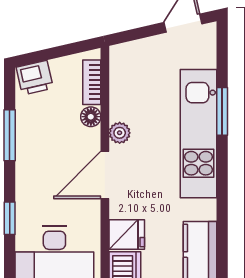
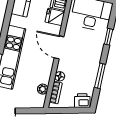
plant: (120, 133) -> (43, 89), moved
door: (105, 175) -> (59, 47), swing flipped

